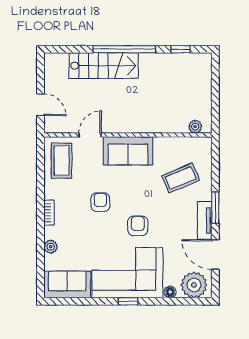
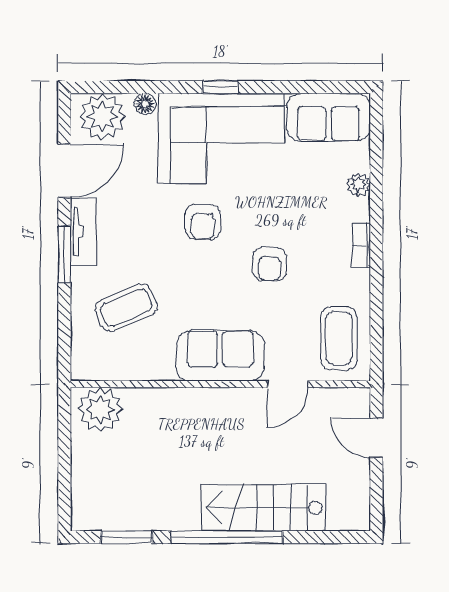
window: (180, 49) -> (127, 537), width x1.50
plant: (195, 127) -> (100, 409), width x1.88, depth x1.88
door: (215, 254) -> (64, 171), hinge flipped

